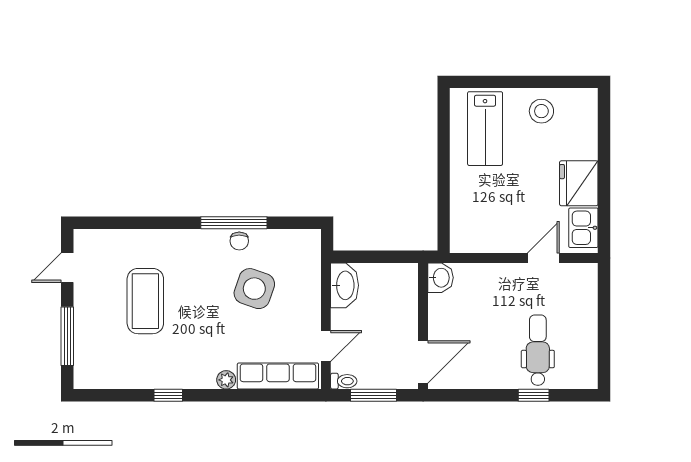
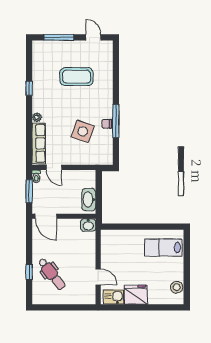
stool: (541, 111) -> (177, 287), moved
washbasin: (345, 285) -> (89, 200), moved, turned 90
dental chair: (538, 350) -> (52, 274), turned 52

